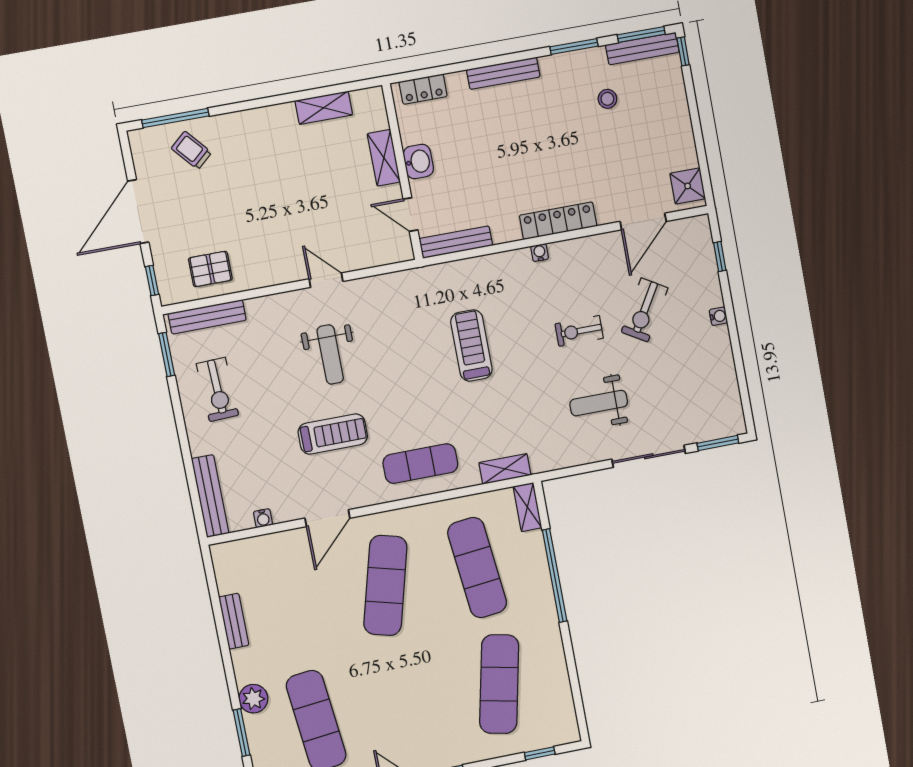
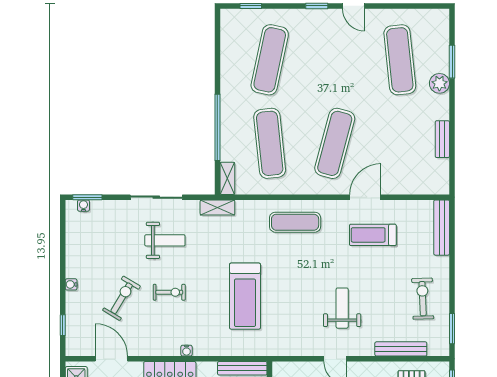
door: (643, 221) -> (111, 359), hinge flipped
bench: (207, 317) -> (401, 349), moved
treadmill: (471, 346) -> (245, 296), width x1.37, depth x1.38
treadmill: (333, 434) -> (373, 235), moved
sliding door: (649, 456) -> (156, 197), moved
shelving: (505, 469) -> (217, 208), moved
water cooler: (263, 518) -> (83, 206), moved

